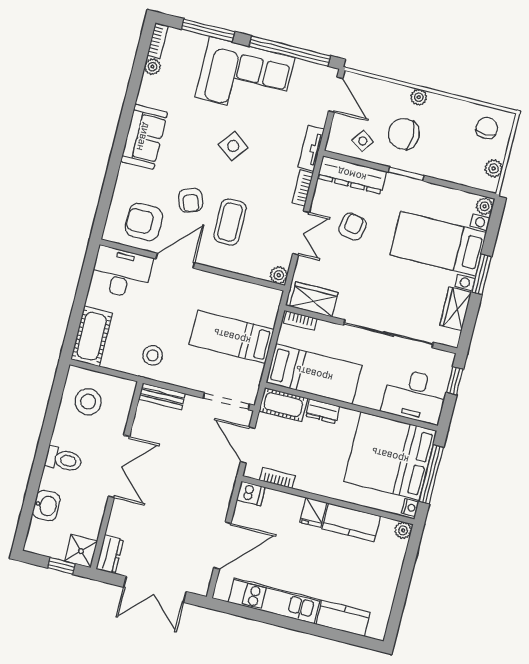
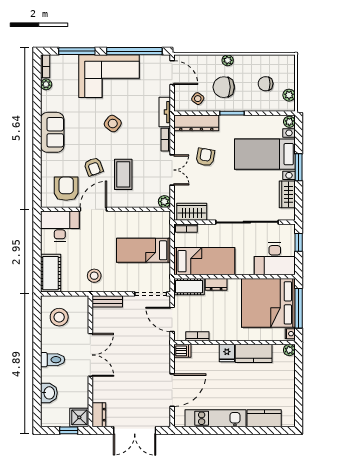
chair: (487, 128) -> (266, 84), moved, turned -90
armchair: (144, 222) -> (66, 189), turned 90

